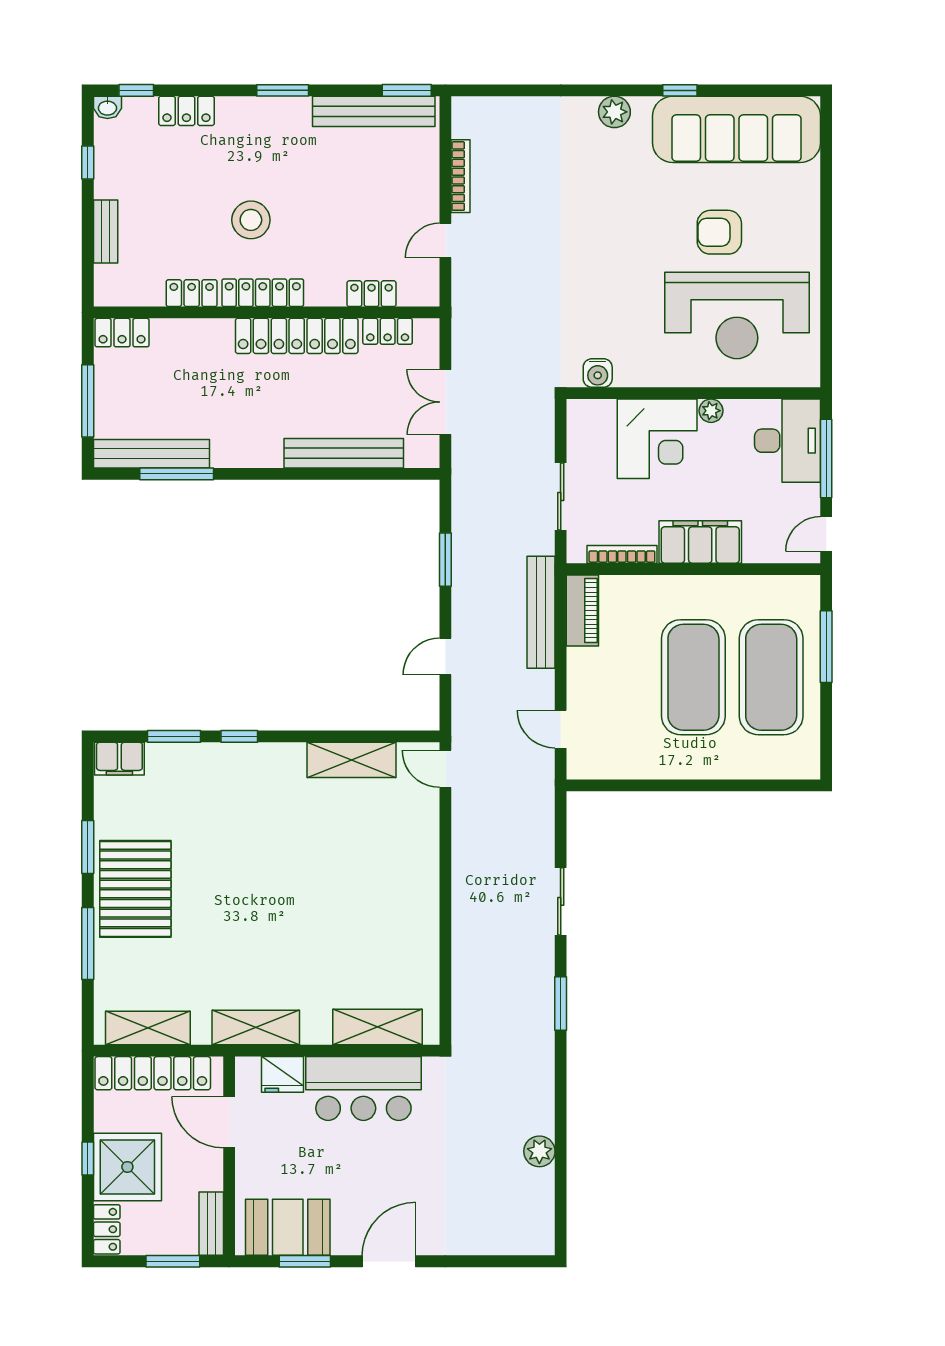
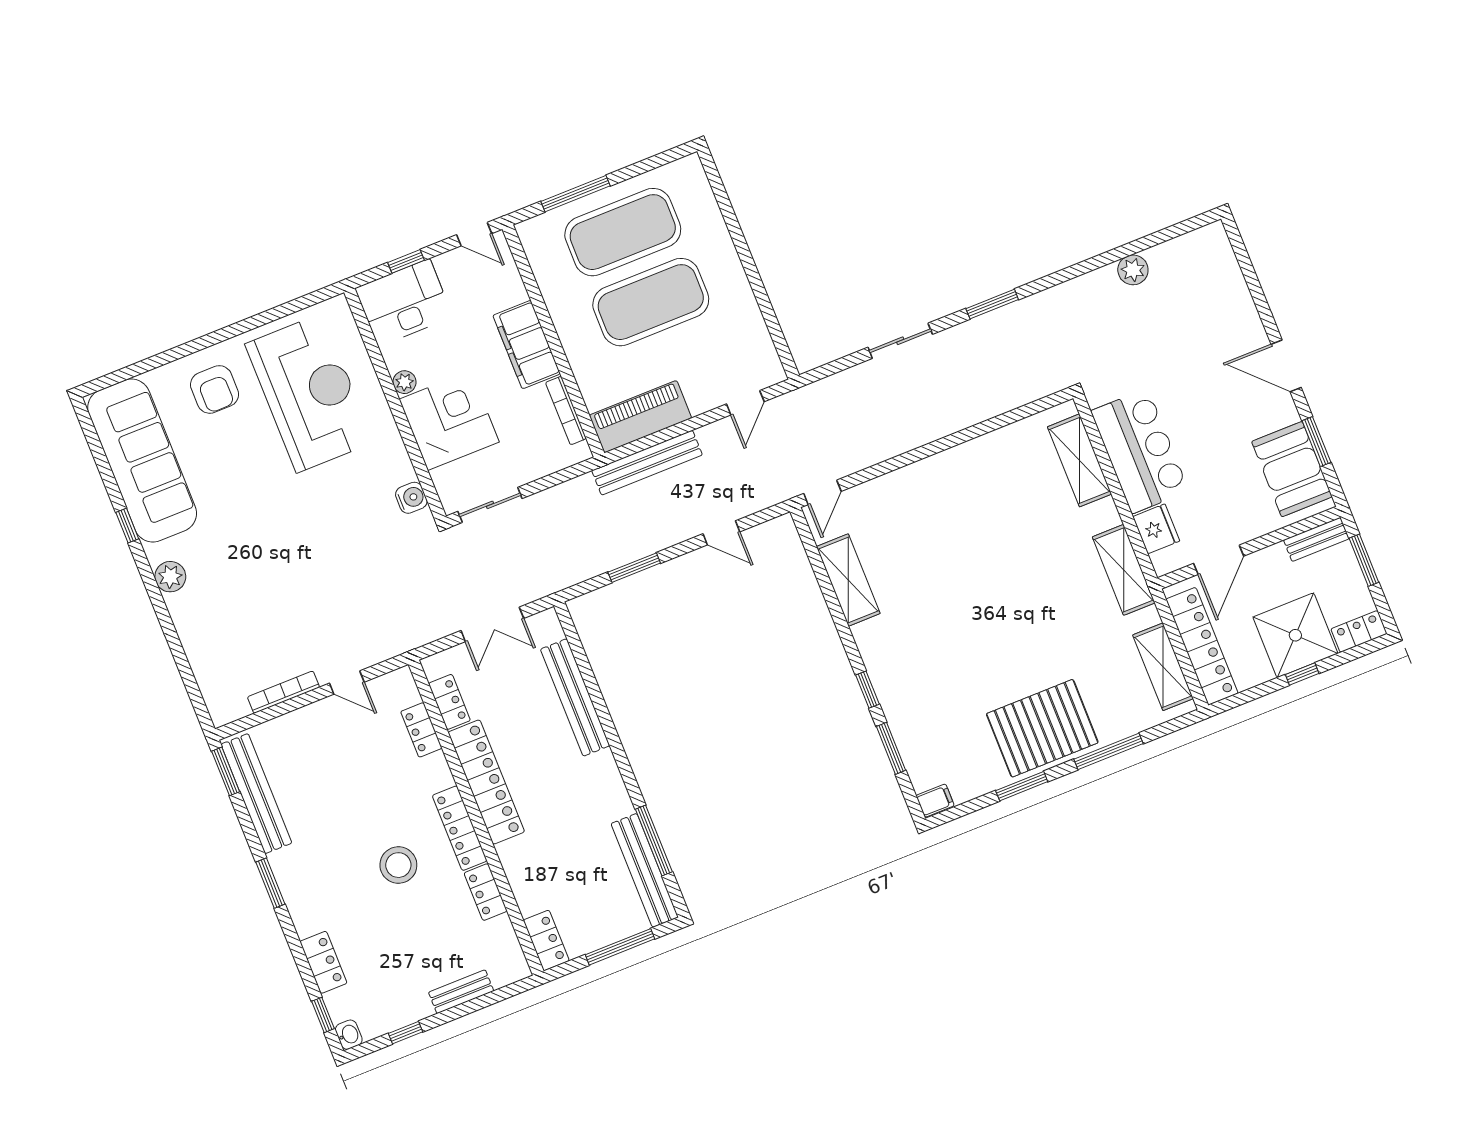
armchair: (719, 232) -> (215, 389), moved
window: (826, 458) -> (406, 261), width x0.46
sliding door: (561, 496) -> (490, 505), moved
piano: (582, 610) -> (640, 417), width x1.37, depth x1.33
filing cabinet: (119, 759) -> (935, 801), width x0.50

